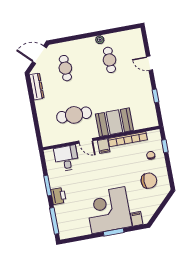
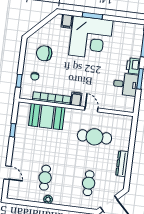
door: (150, 63) -> (7, 173), moved
dresser: (37, 86) -> (122, 164), moved
booth: (114, 122) -> (47, 117), moved
desk: (66, 158) -> (126, 84), moved, turned -90

